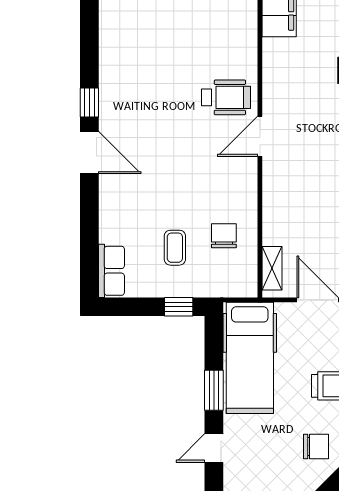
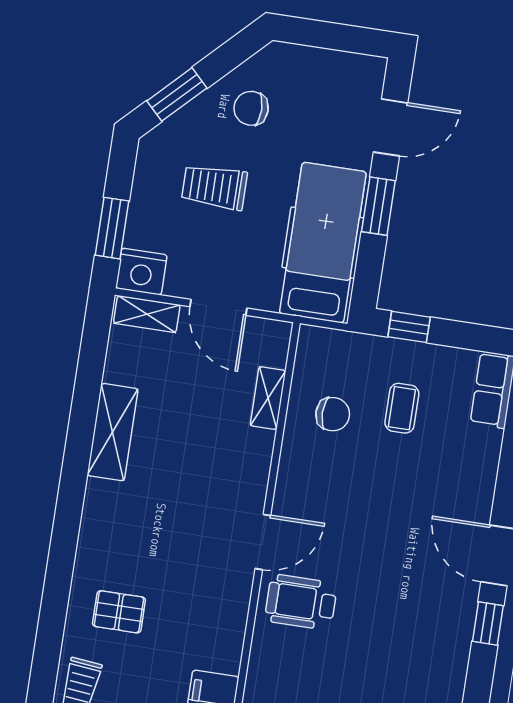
chair: (224, 236) -> (333, 414), turned -90
shelving: (272, 268) -> (268, 398), moved
door: (214, 448) -> (391, 127), width x1.38

